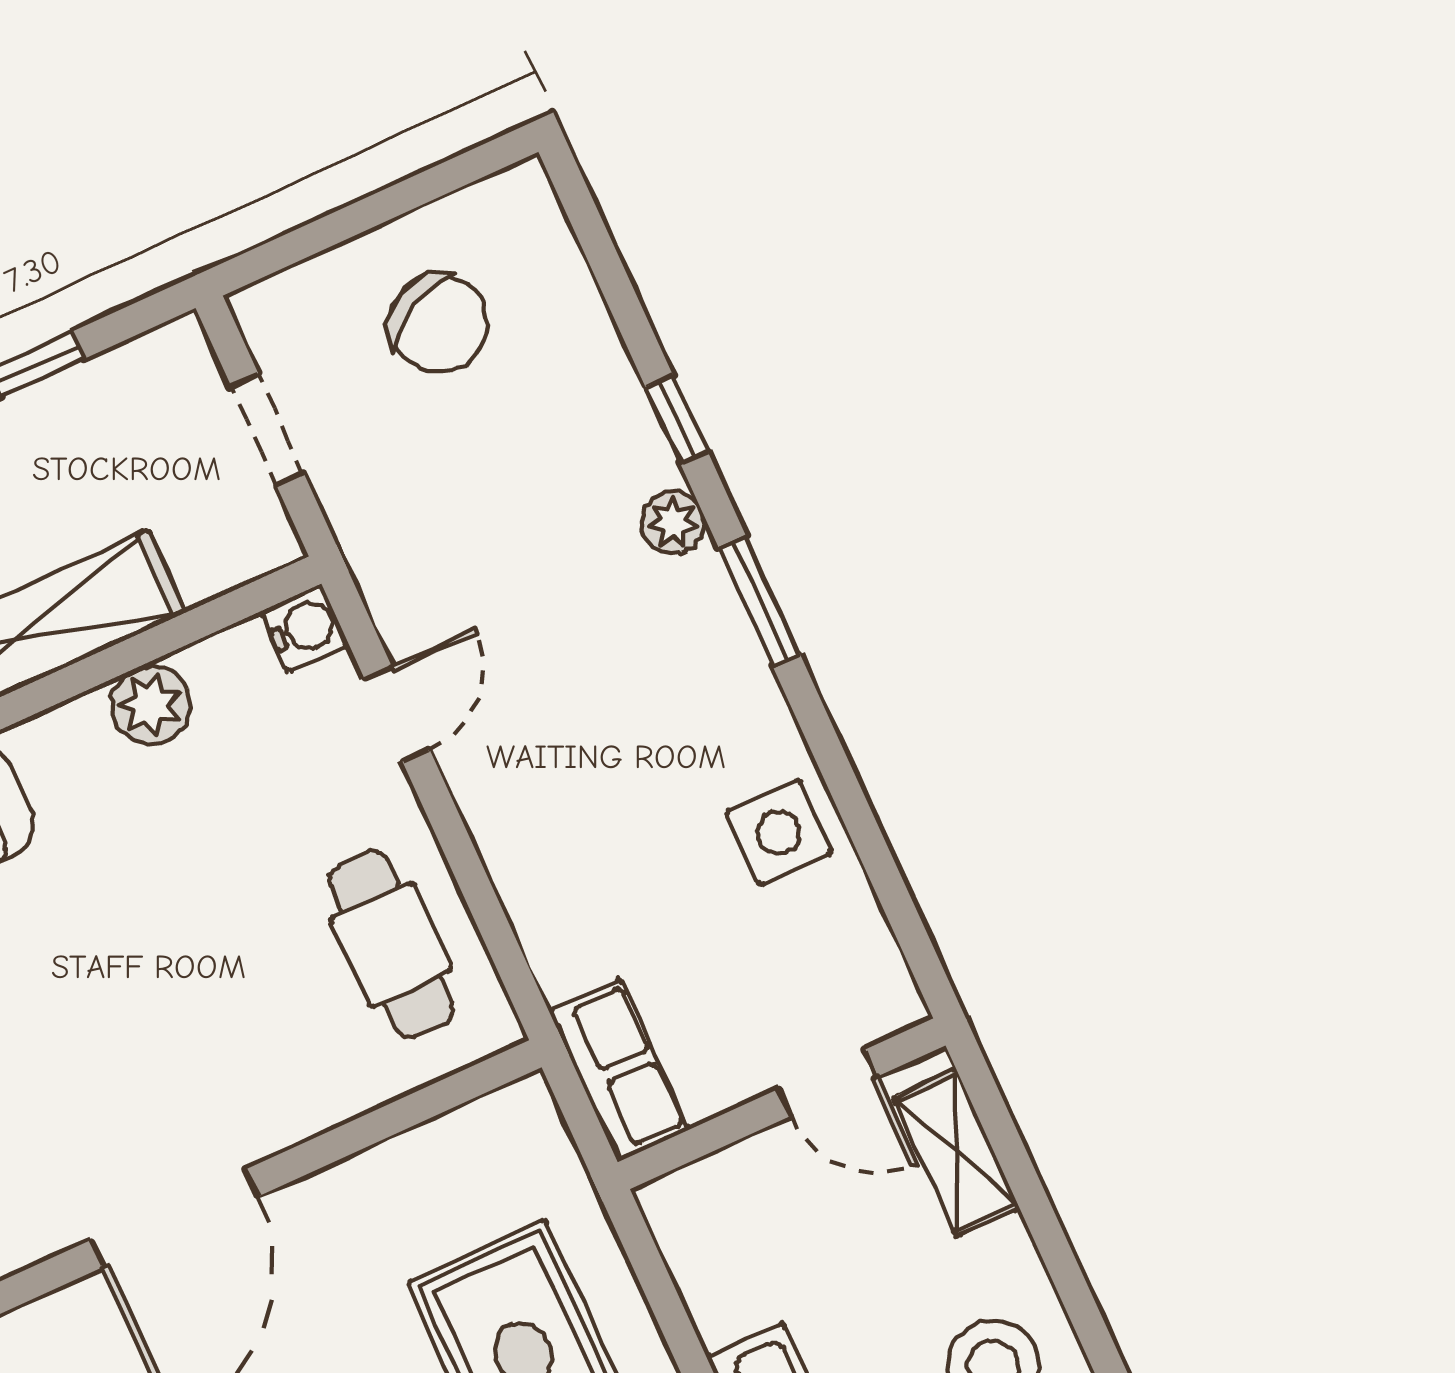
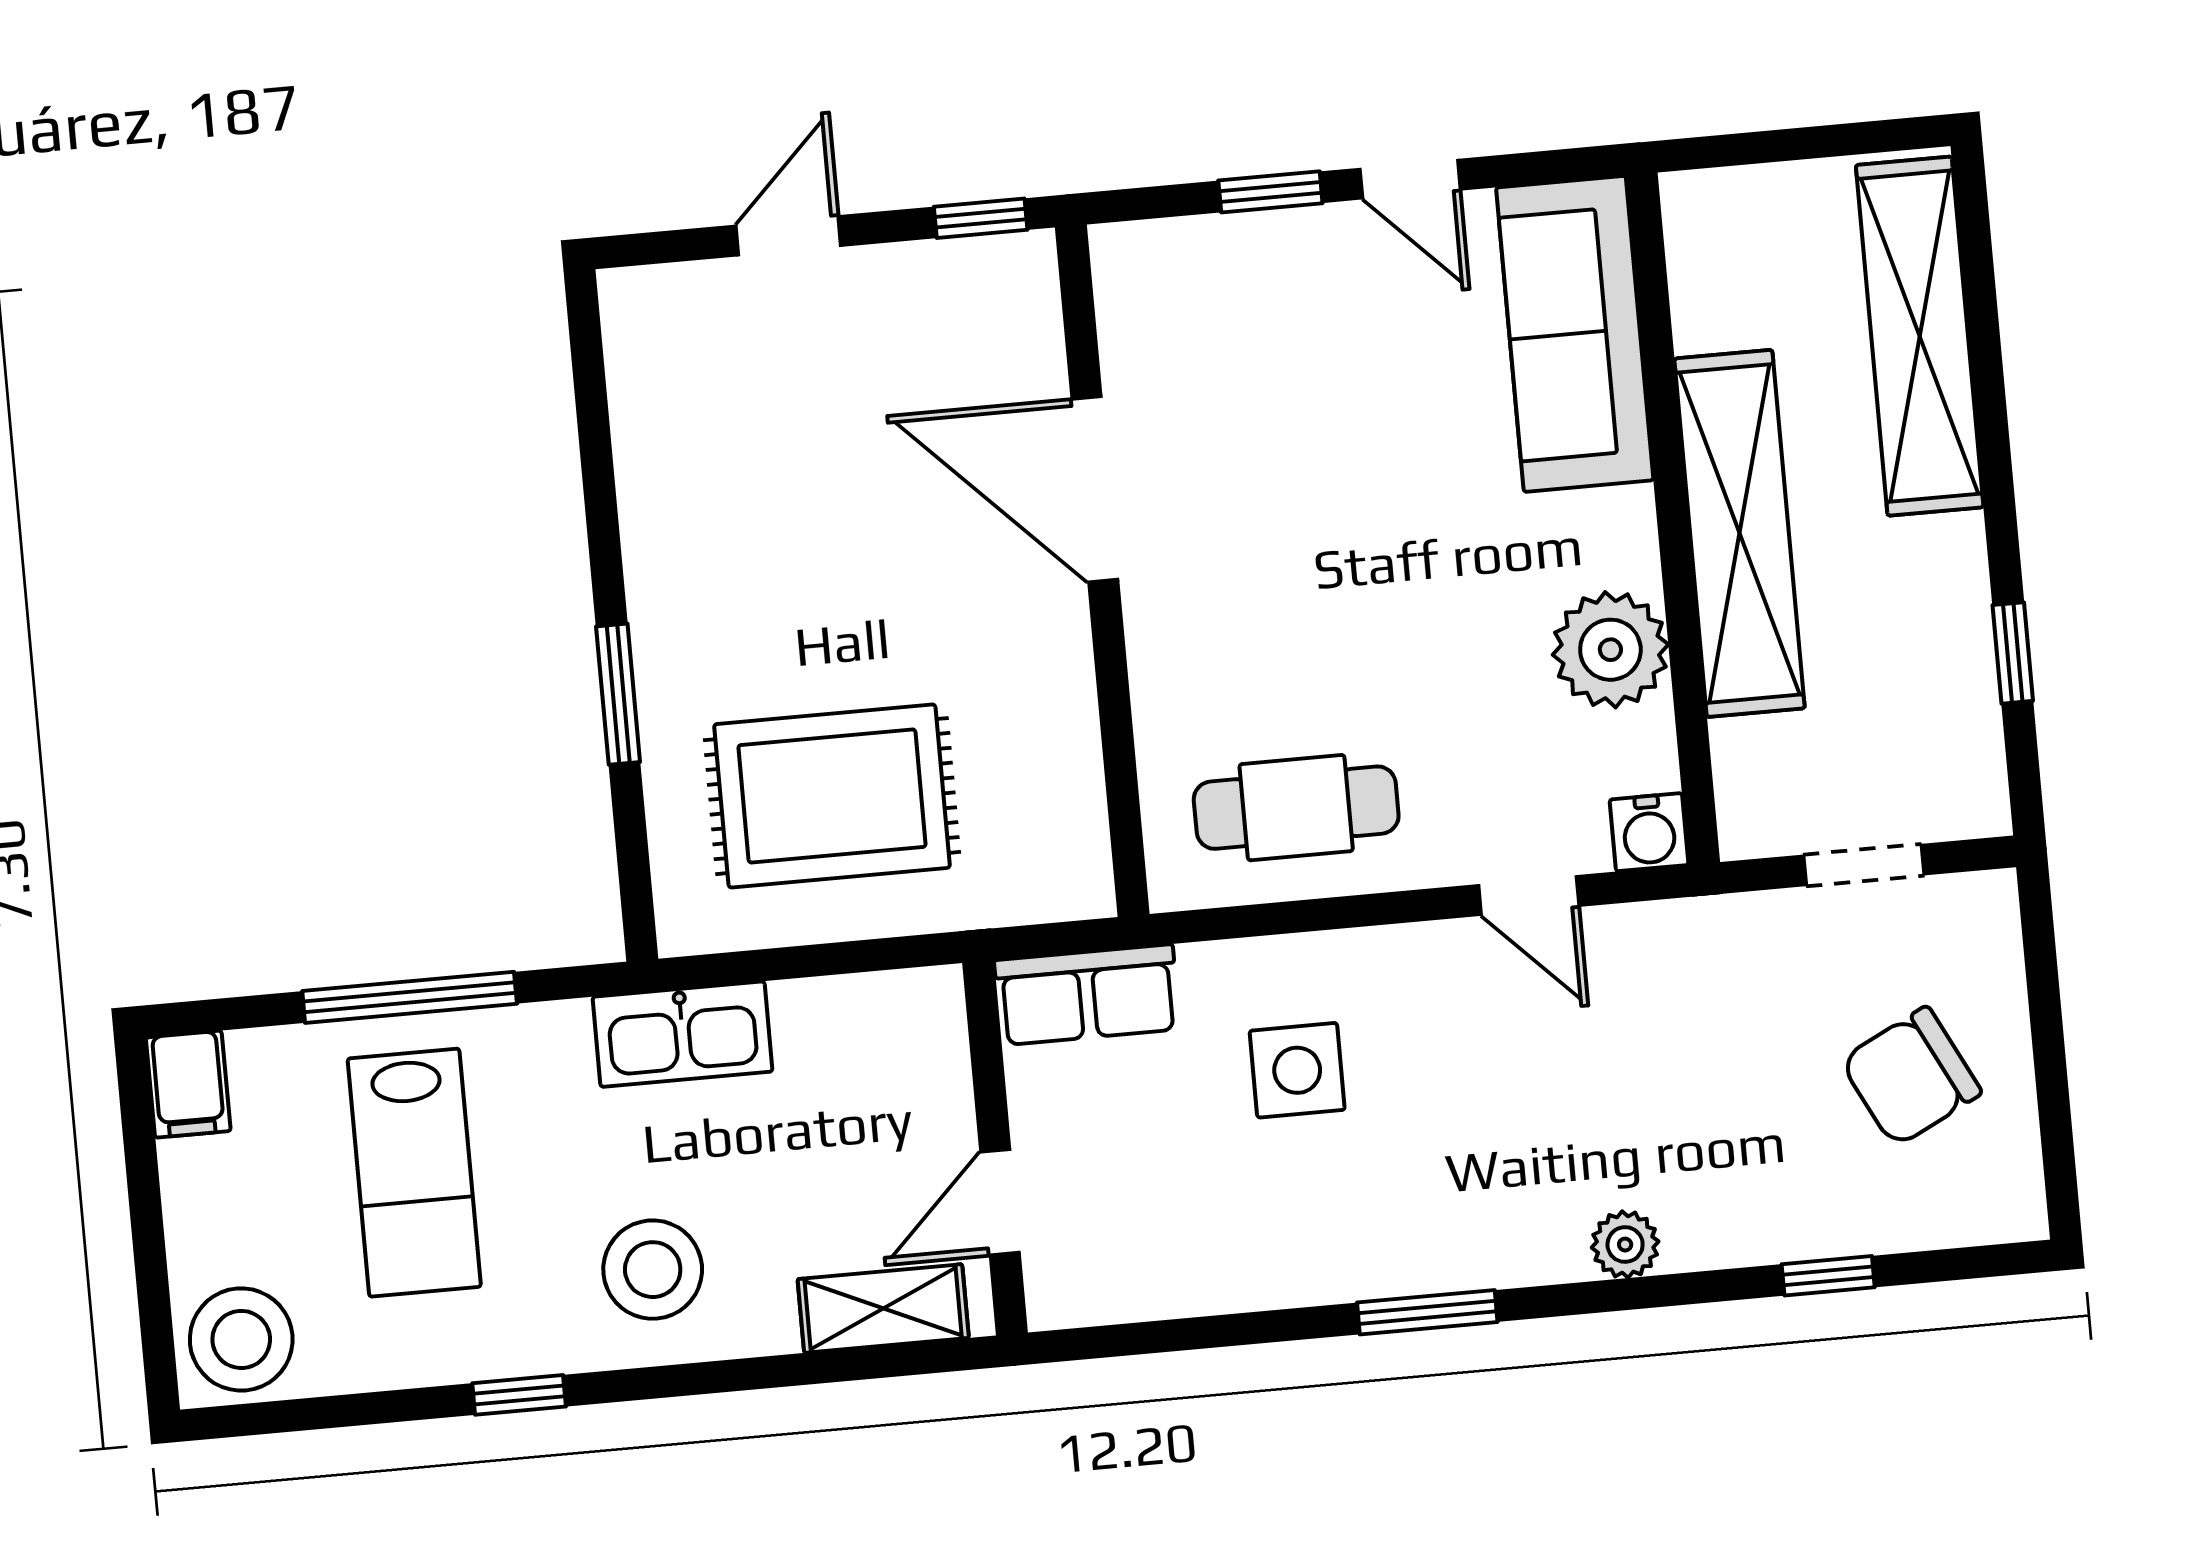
window: (676, 419) -> (1828, 1276), moved
window: (759, 601) -> (1427, 1312), moved
plant: (151, 705) -> (1610, 650), width x1.36, depth x1.36
side table: (779, 833) -> (1297, 1070), moved

